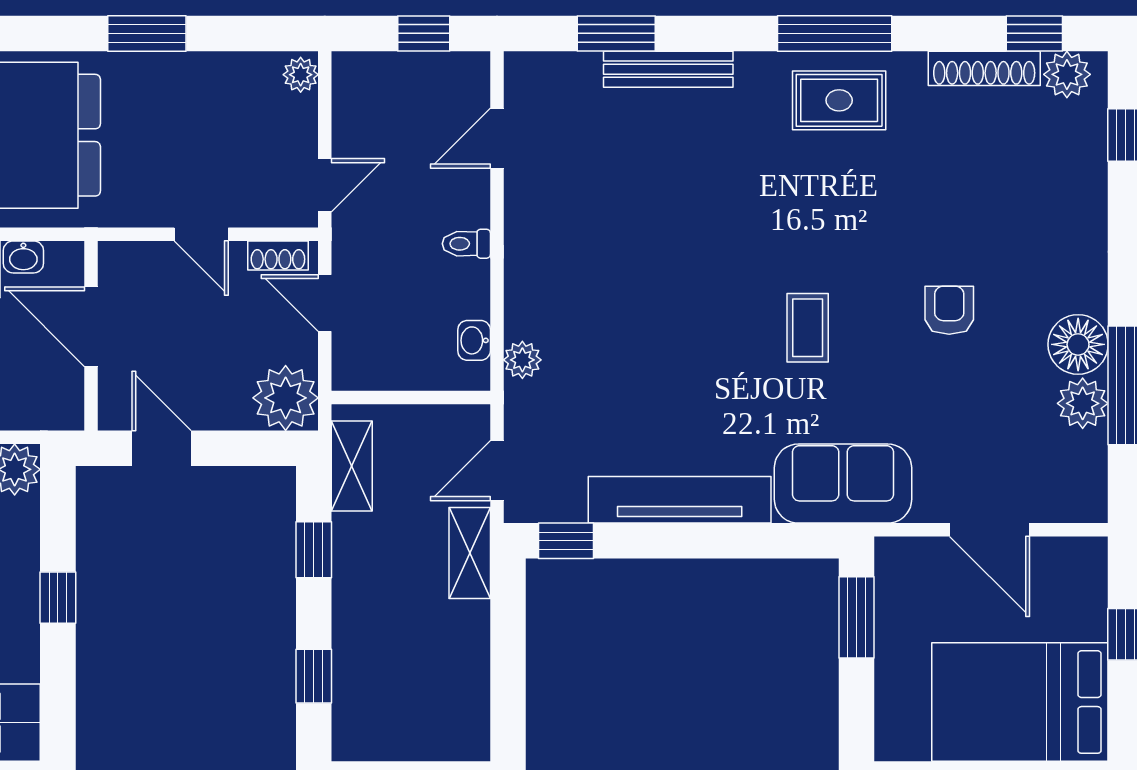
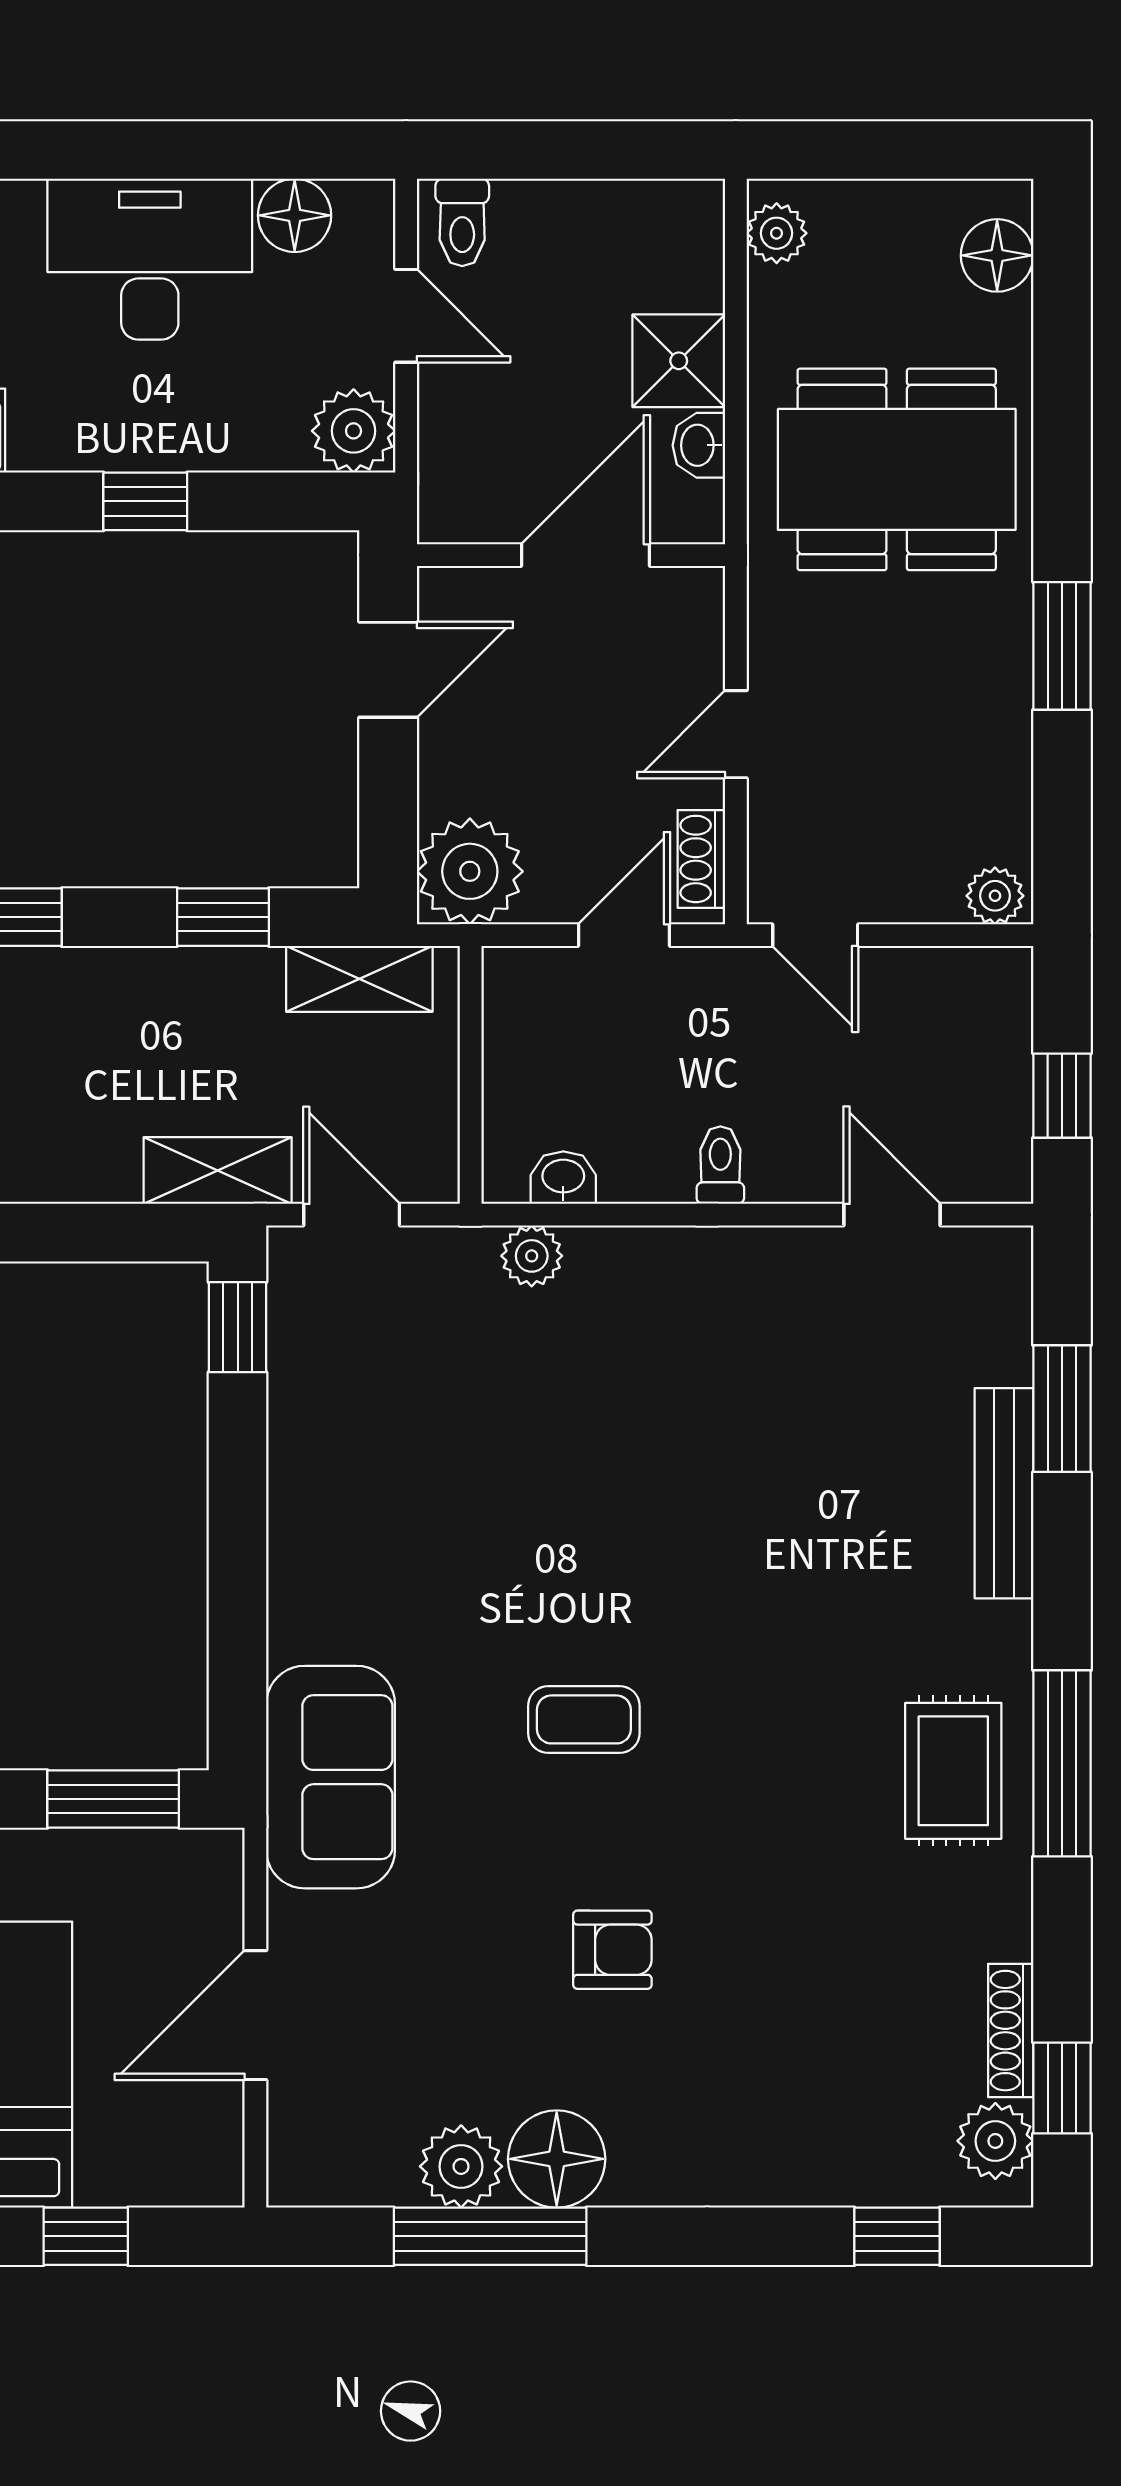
shoe rack: (984, 68) -> (1011, 2031), width x0.74, depth x0.81
tv unit: (680, 500) -> (304, 1512), removed

